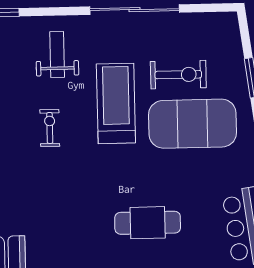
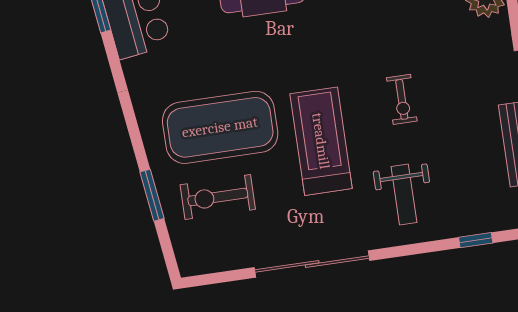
exercise bike: (178, 75) -> (218, 197), moved
treadmill: (116, 103) -> (321, 141), turned 180

